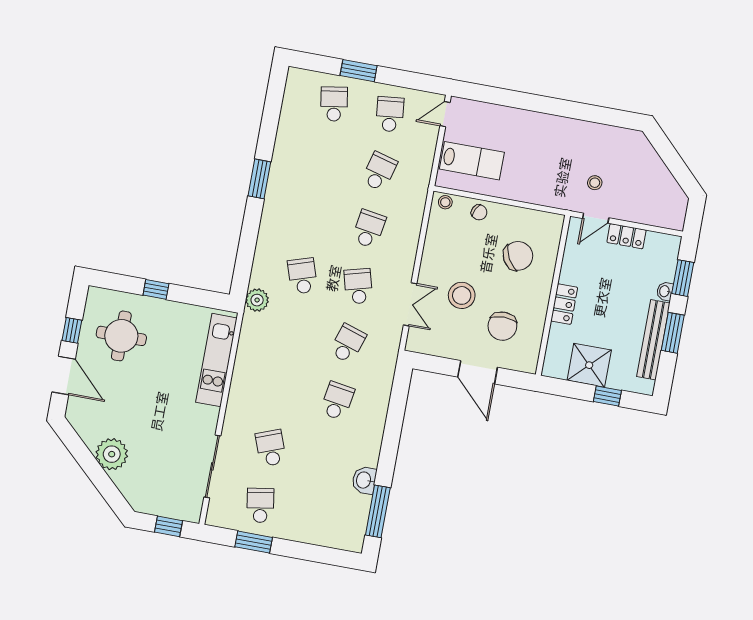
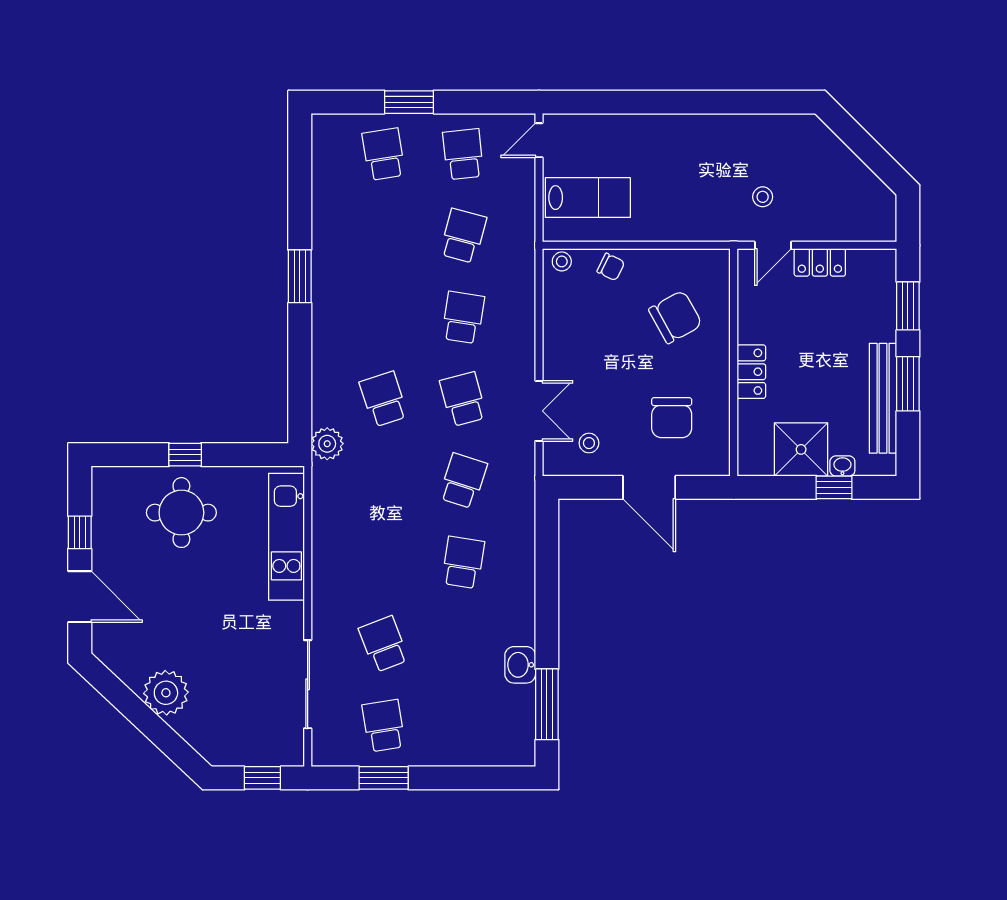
washbasin: (665, 291) -> (842, 466), moved, turned 90
stool: (462, 295) -> (589, 443), moved, width x0.53, depth x0.53
round table: (121, 336) -> (181, 513), moved

